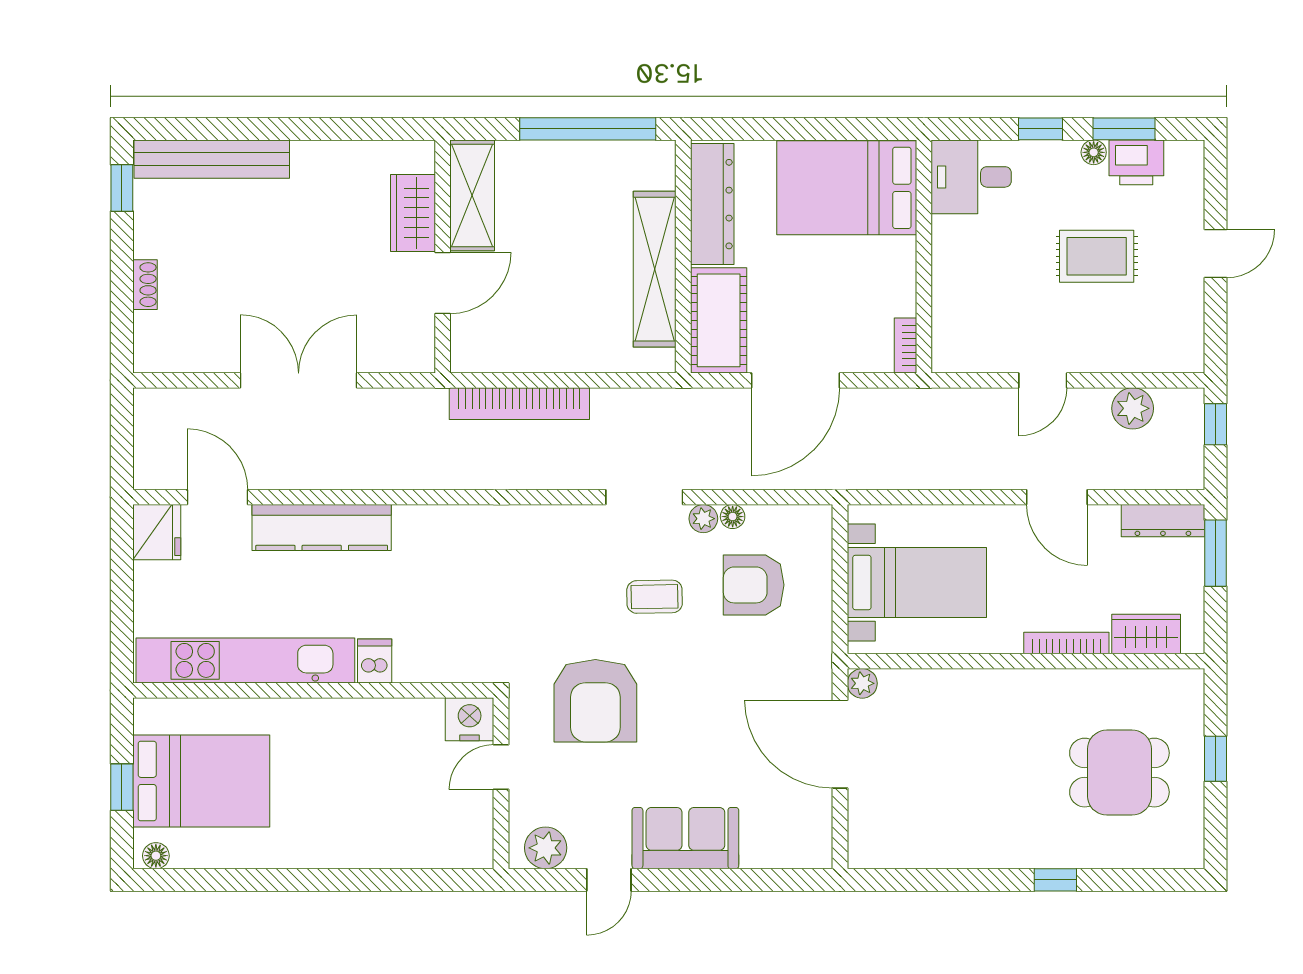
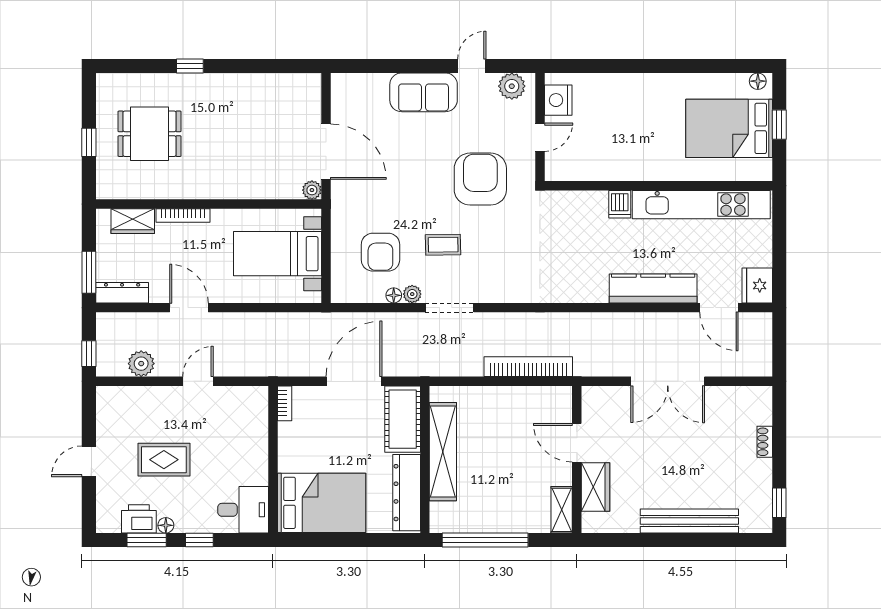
bench: (212, 159) -> (689, 521), moved
shelving: (472, 195) -> (562, 510), width x0.67, depth x0.75
door: (443, 283) -> (577, 443), hinge flipped
armchair: (754, 585) -> (380, 252), turned 90
nightstand: (470, 719) -> (558, 100), moved, turned 90

